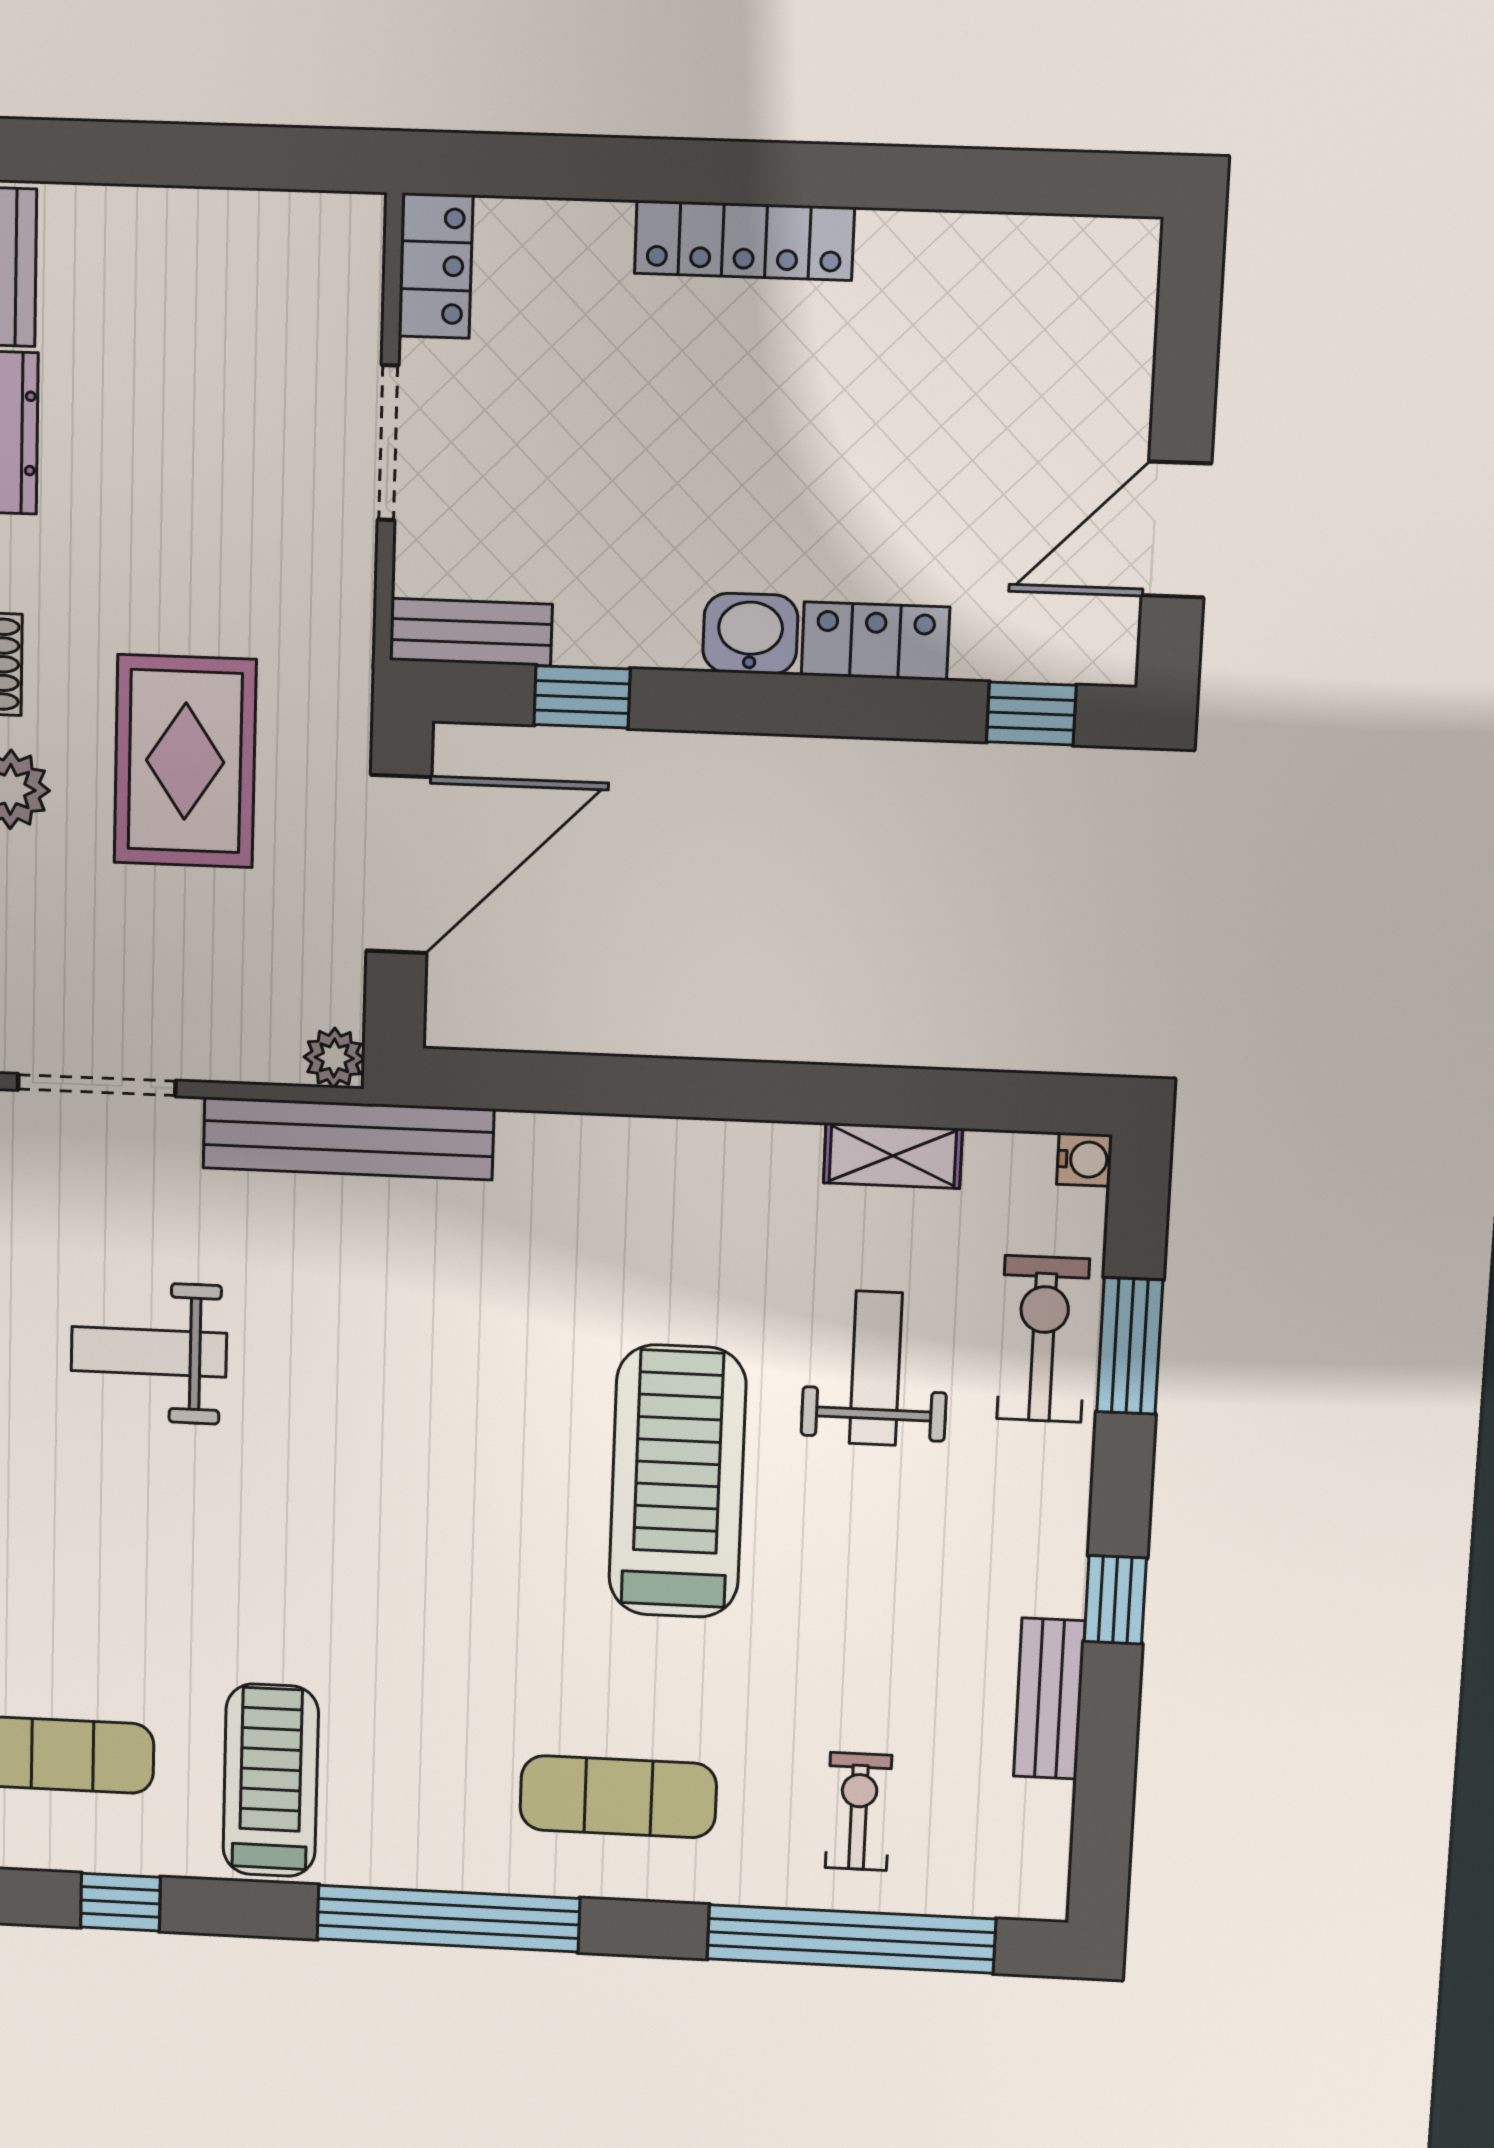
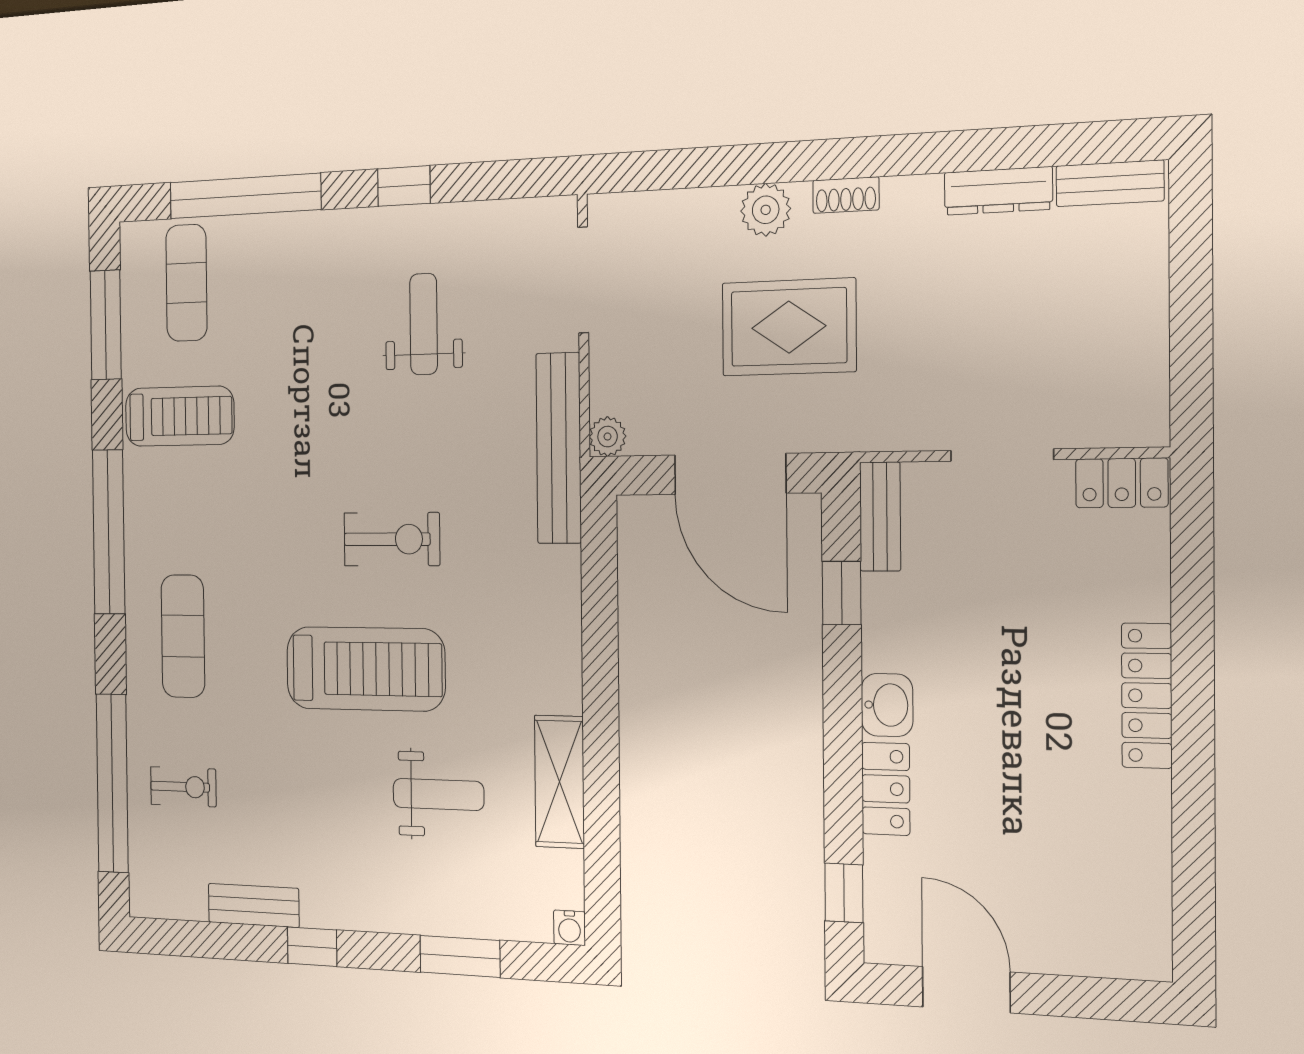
shelving: (893, 1156) -> (559, 782), width x1.50, depth x1.33
exercise bike: (1043, 1339) -> (392, 539), moved
window: (120, 1902) -> (106, 325), width x2.17

